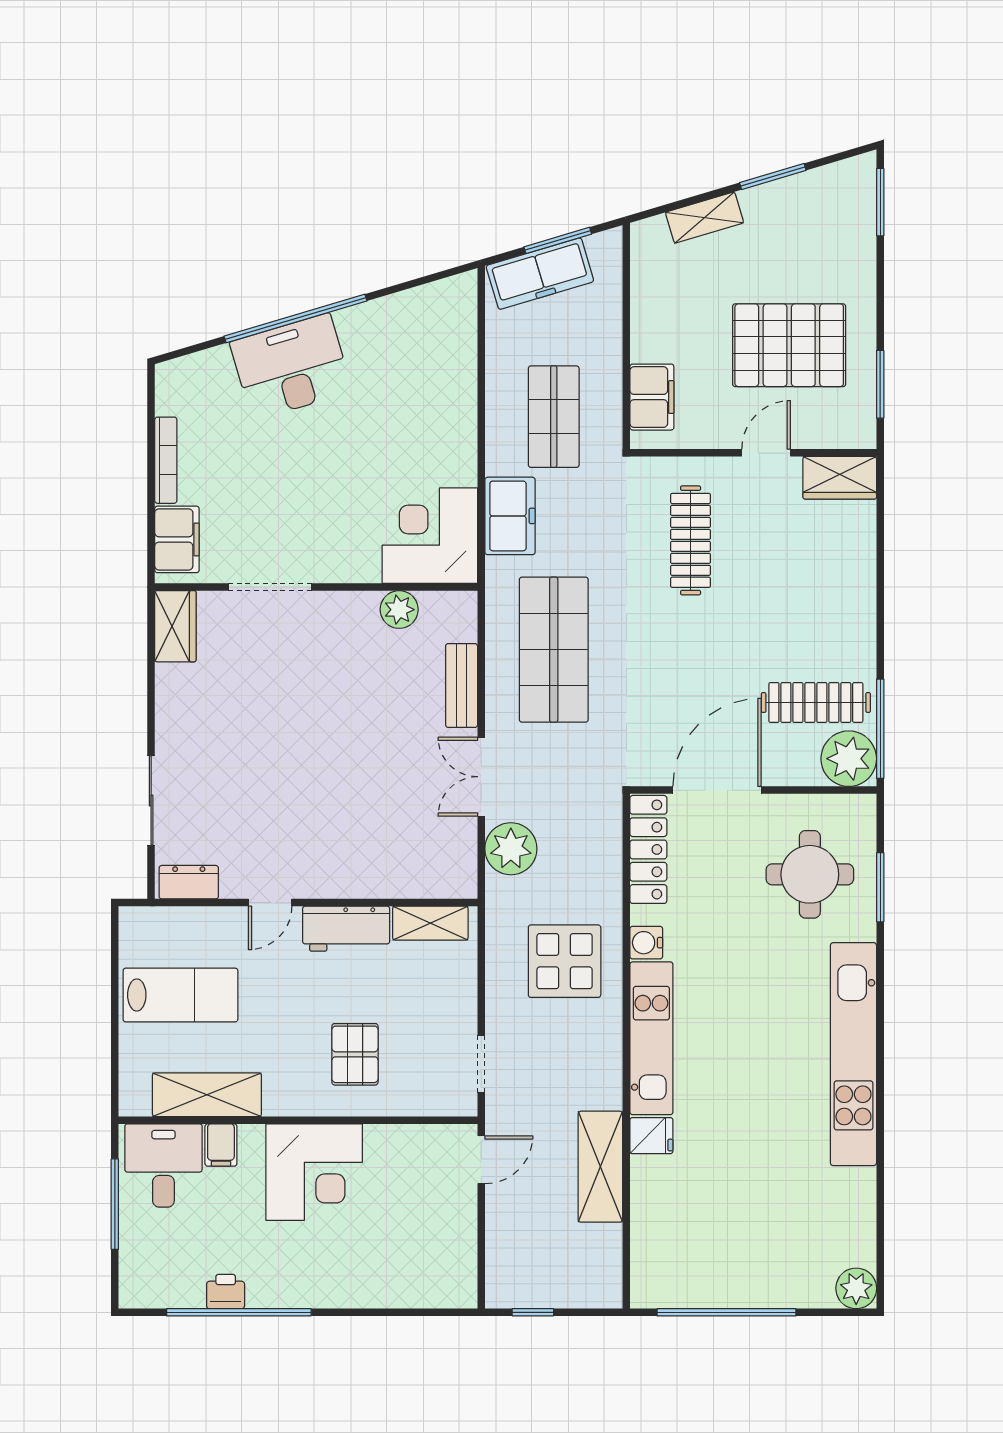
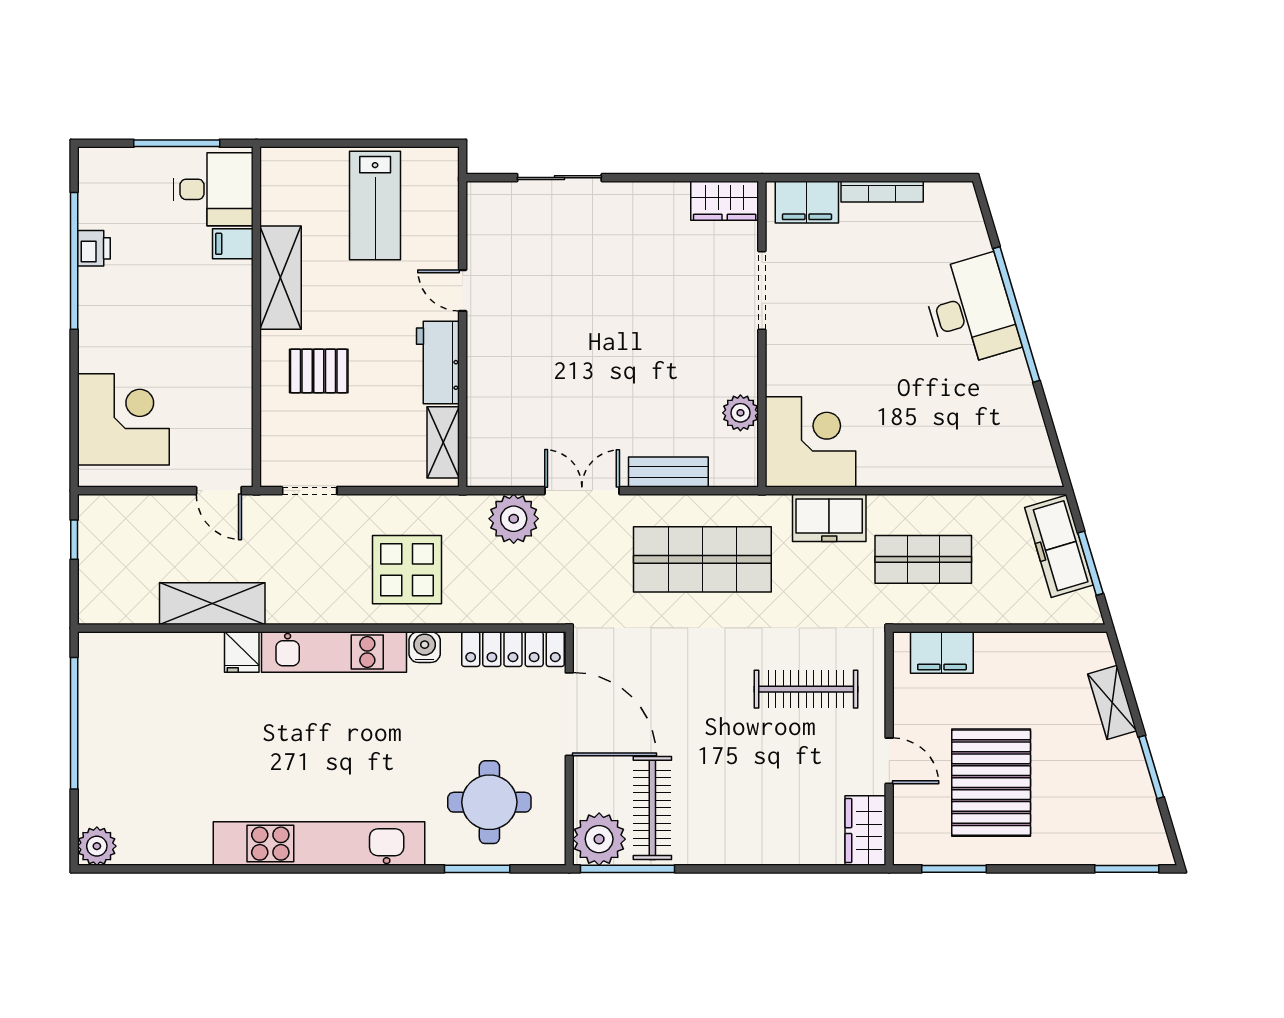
dresser: (189, 882) -> (482, 213), removed
shelving: (207, 1095) -> (280, 278), moved
corner desk: (314, 1172) -> (123, 419), moved, turned 180

